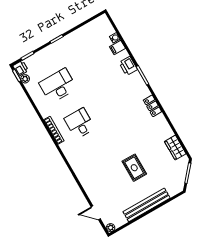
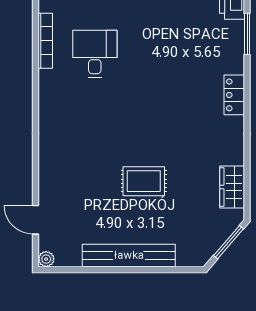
rug: (134, 168) -> (144, 181), turned 90

